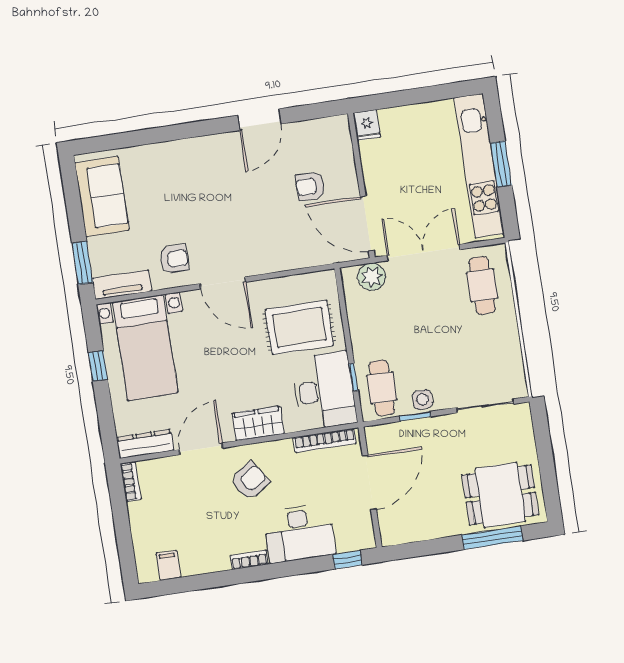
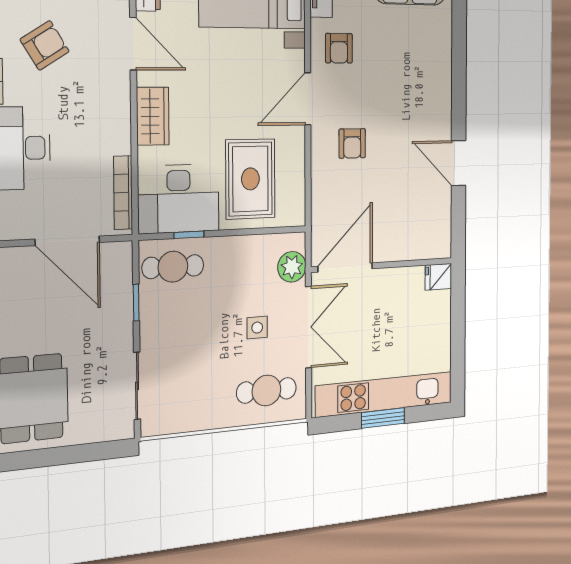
armchair: (310, 186) -> (352, 143), moved, turned 180
side table: (422, 400) -> (257, 328), moved
armchair: (250, 481) -> (45, 45), moved, turned -88

